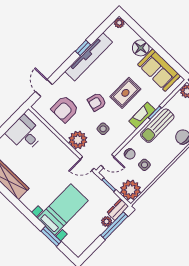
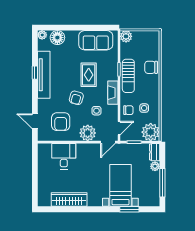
floor lamp: (141, 48) -> (57, 38), moved
fireplace: (142, 116) -> (113, 93), moved
desk: (25, 134) -> (64, 156), moved, turned 90
window: (114, 226) -> (162, 183), moved

